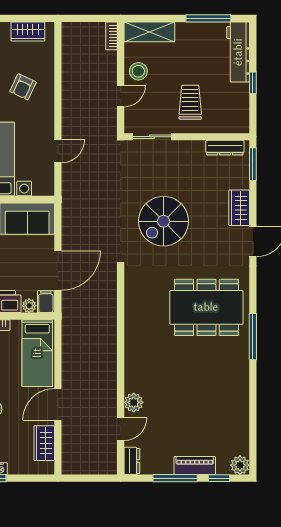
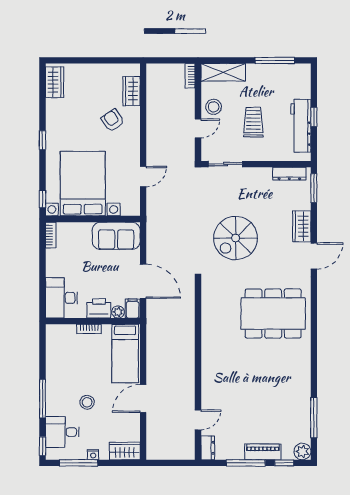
wardrobe: (28, 31) -> (132, 91), moved, turned 90
workbench: (238, 52) -> (301, 126), moved
armchair: (23, 87) -> (113, 120), turned 121
trolley: (190, 102) -> (253, 122), moved
door: (58, 271) -> (143, 281), hinge flipped
window: (253, 337) -> (314, 418), moved
plant: (134, 402) -> (209, 397), removed
wardrobe: (44, 443) -> (125, 451), moved, turned 90

